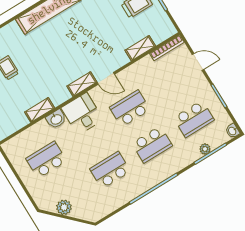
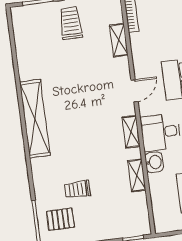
shelving: (82, 84) -> (131, 132), moved

